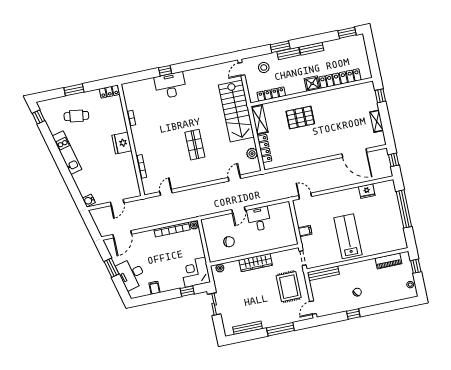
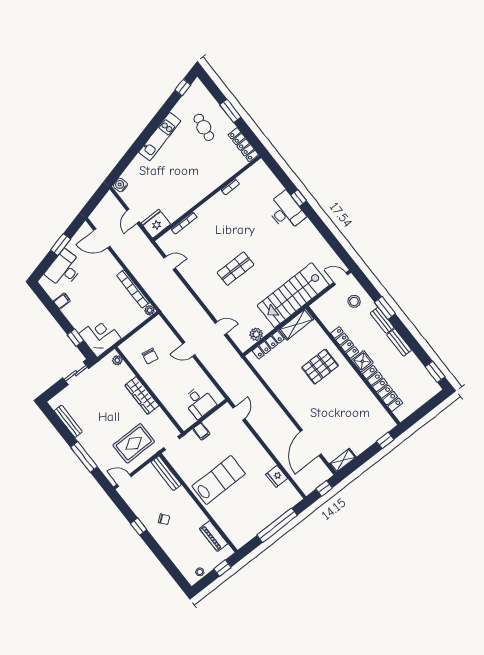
locker: (109, 92) -> (243, 145), width x1.53
locker: (271, 94) -> (345, 342), moved
pallet: (300, 117) -> (320, 367), turned 90
shelving: (377, 121) -> (343, 460), moved
fridge: (122, 143) -> (156, 224), moved
door: (117, 203) -> (133, 216), hinge flipped
desk: (259, 219) -> (199, 402), moved, turned 90

